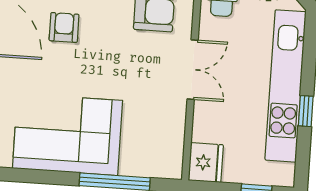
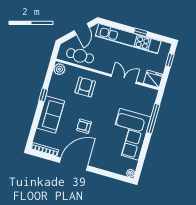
double door: (193, 70) -> (124, 79), moved

